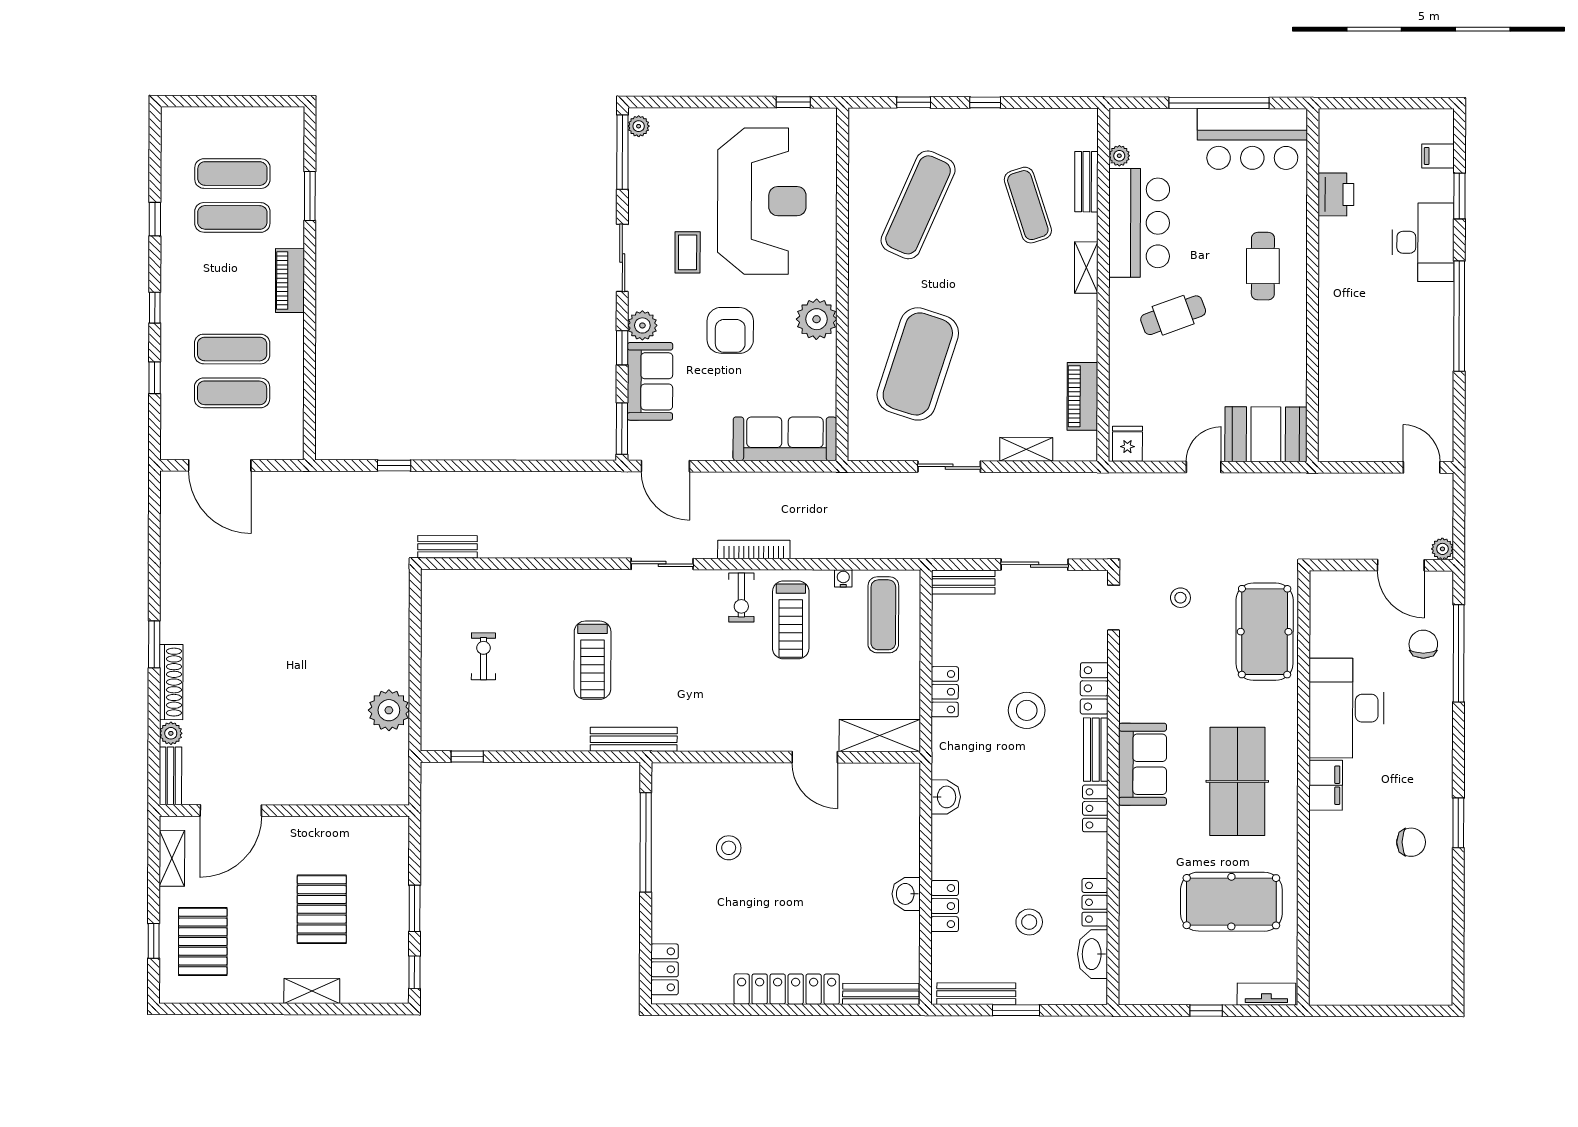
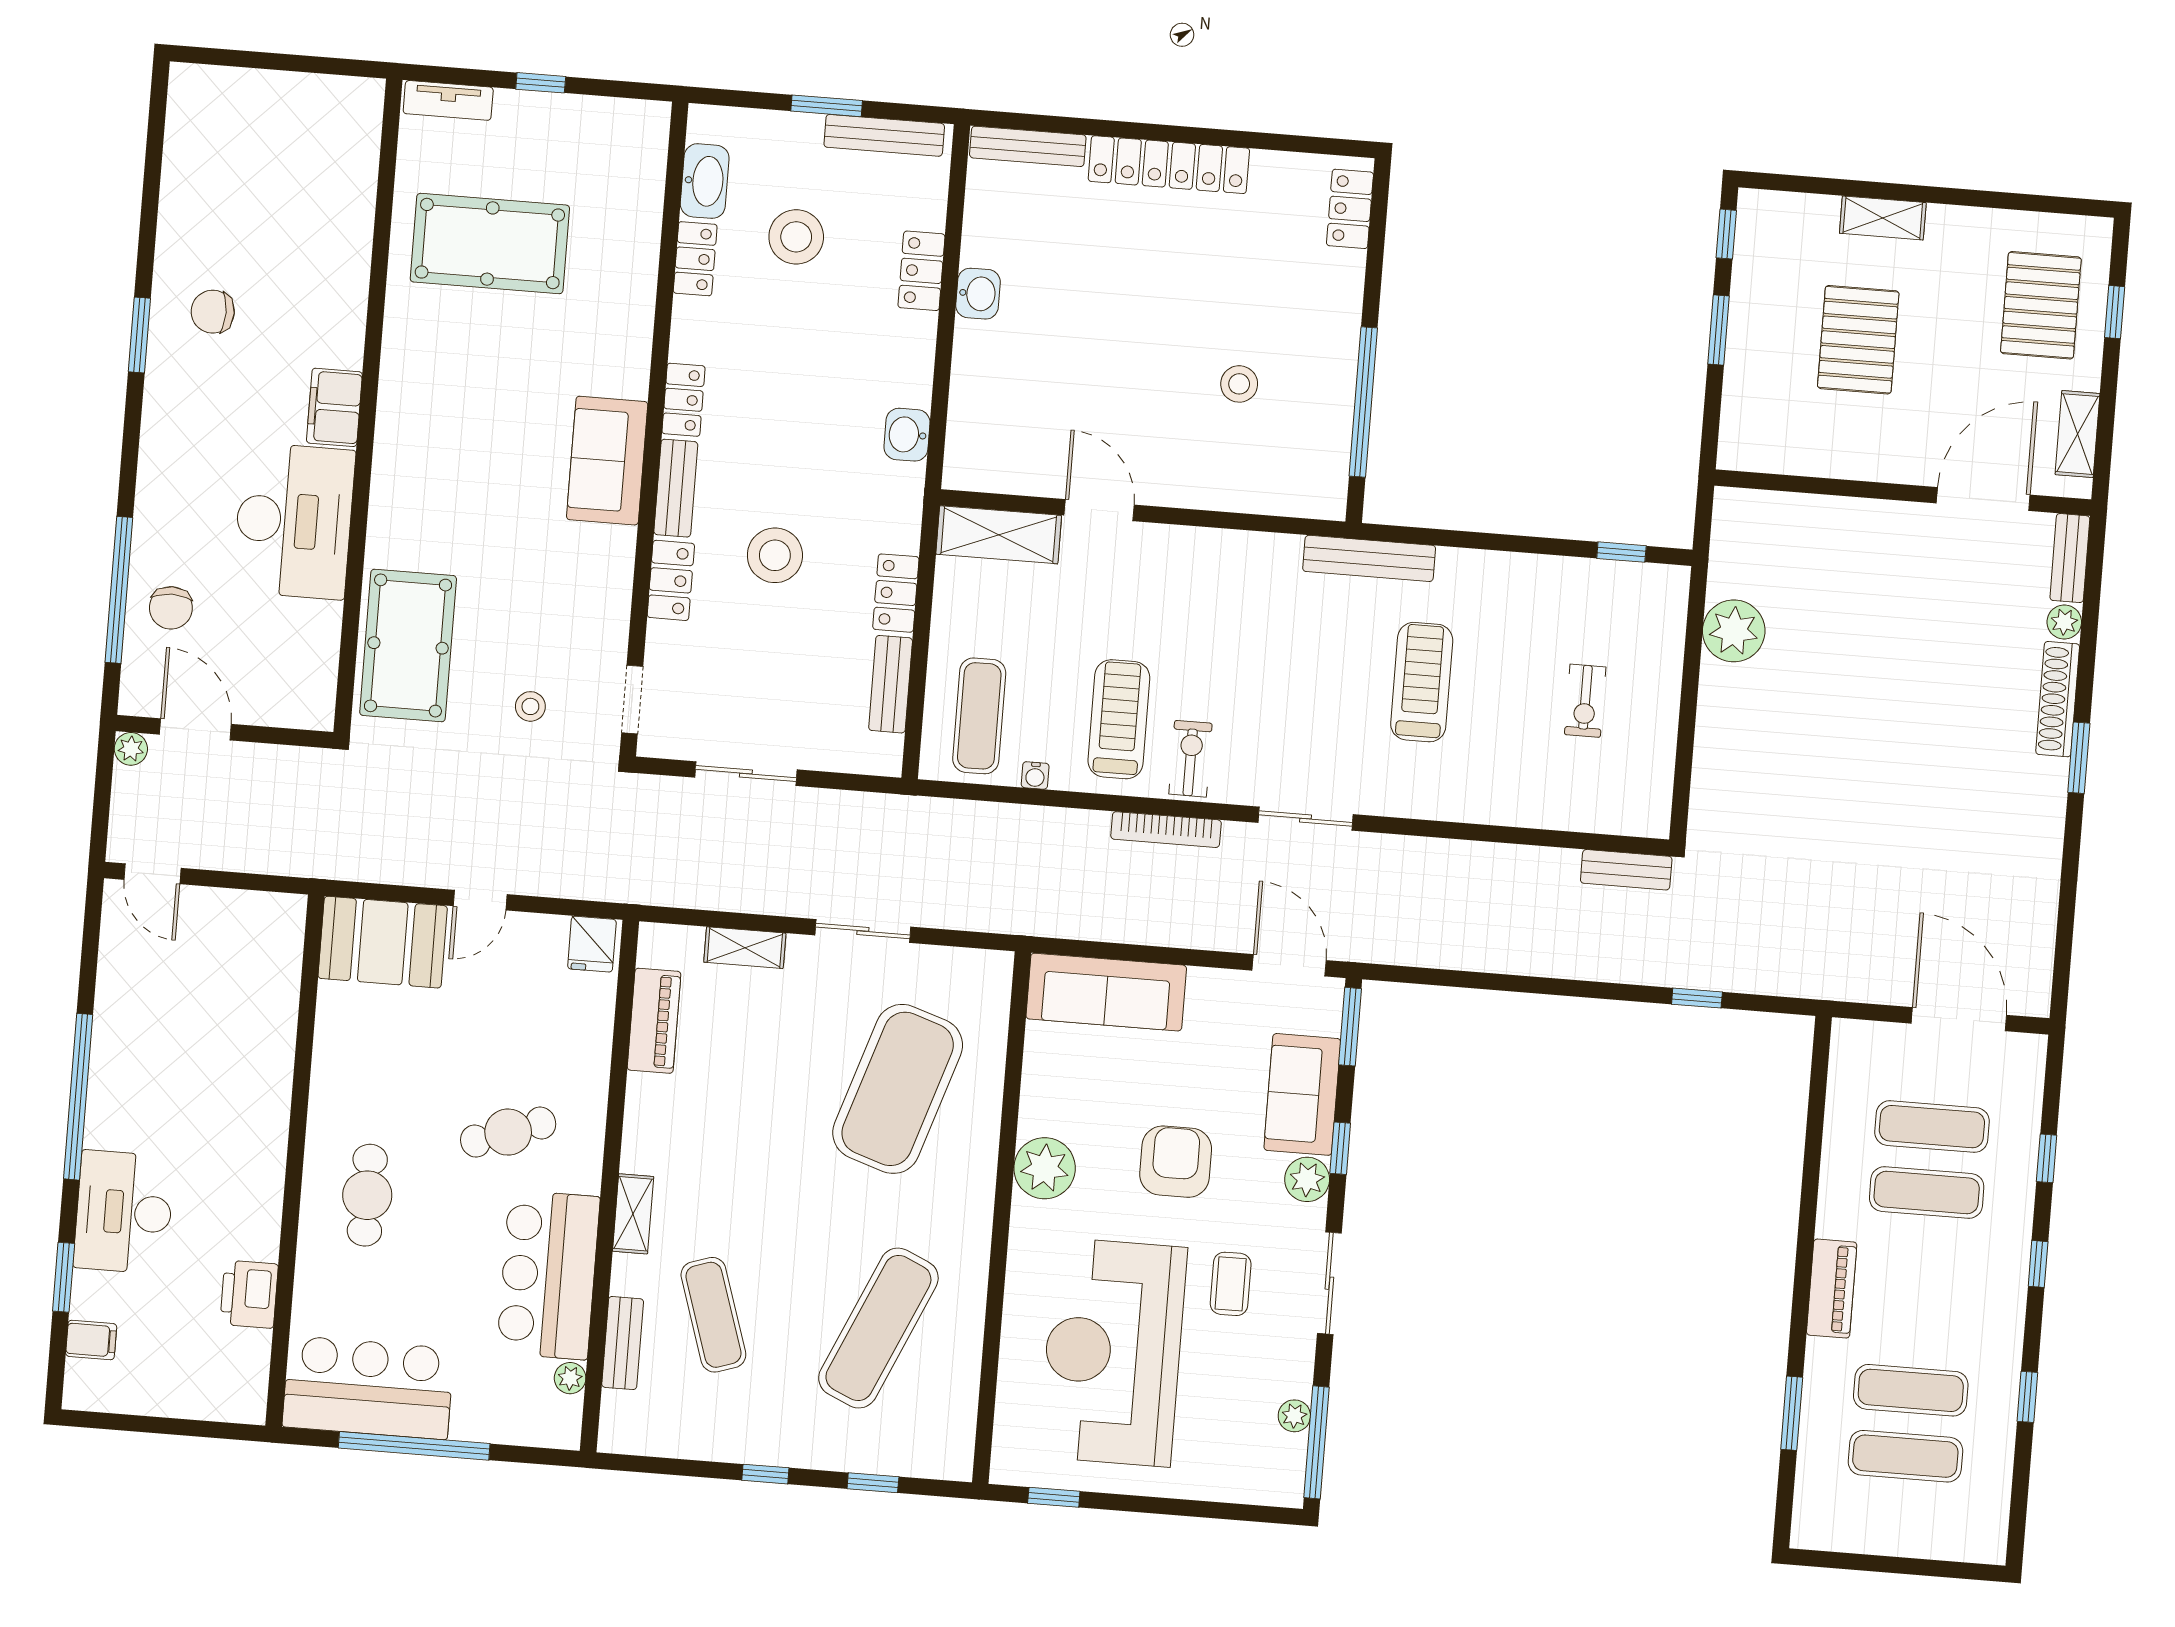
plant: (639, 126) -> (1294, 1416), moved
bench: (963, 582) -> (891, 684), moved, turned 90
table tennis table: (1237, 781) -> (467, 424), removed
stool: (1029, 922) -> (796, 237), width x1.38, depth x1.38

